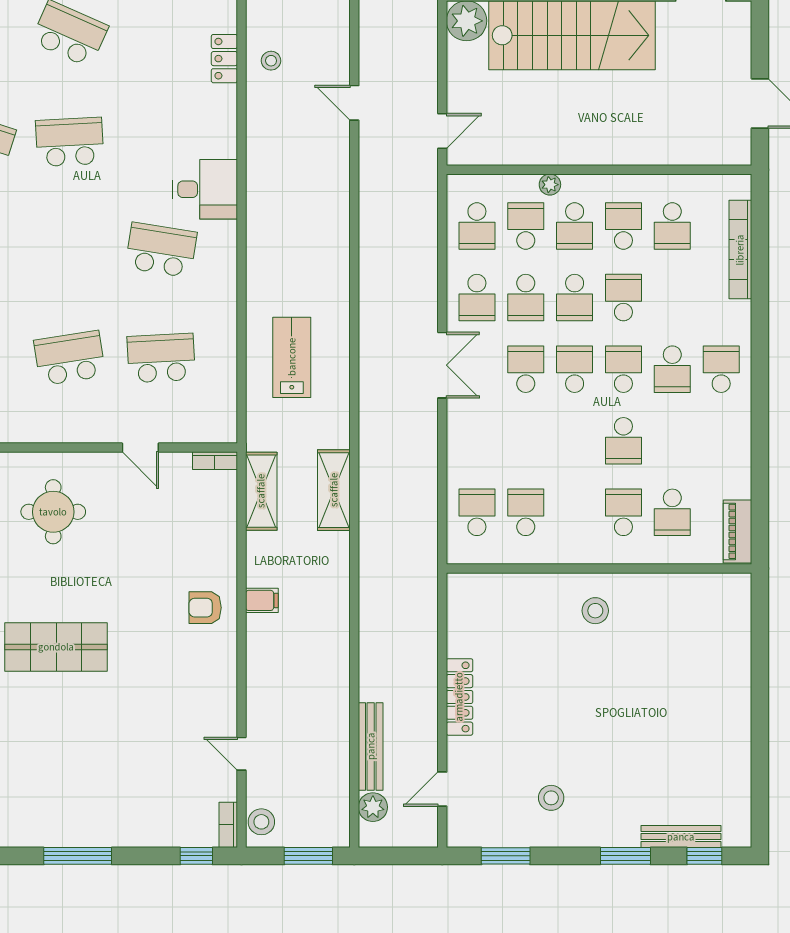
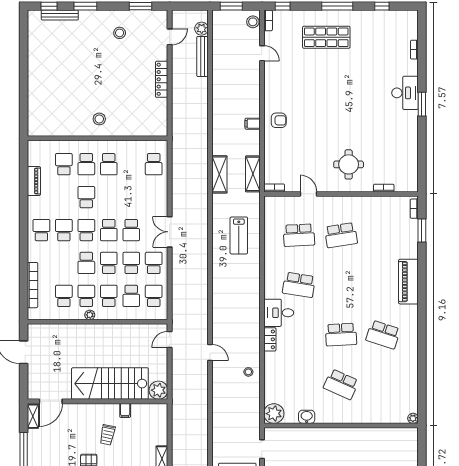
locker: (224, 59) -> (270, 339), moved
plant: (550, 185) -> (90, 315), moved
school desk: (623, 226) -> (86, 296), turned 180
school desk: (623, 369) -> (86, 230), turned 180
school desk: (721, 369) -> (41, 230), turned 180
school desk: (526, 512) -> (109, 164), moved
piano: (738, 531) -> (34, 181), moved
shop shelf: (56, 647) -> (326, 37), moved

